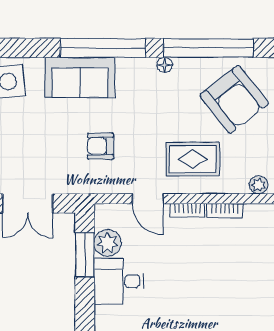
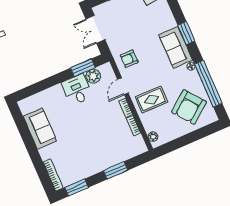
window: (103, 48) -> (186, 33), width x0.47
sofa: (80, 77) -> (176, 47), moved
armchair: (101, 146) -> (129, 59), moved, turned -90
rug: (193, 159) -> (152, 100), turned 90

